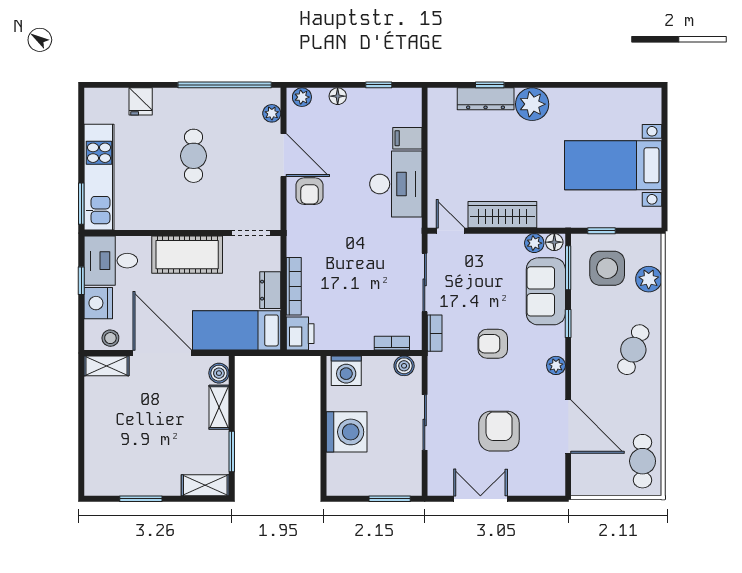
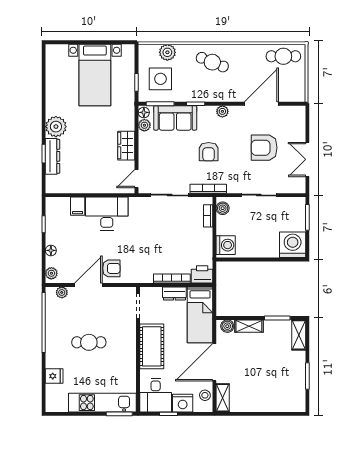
wardrobe: (502, 215) -> (126, 146), width x0.67
bookcase: (435, 333) -> (208, 189), width x1.56
washing machine: (347, 432) -> (293, 245), moved

